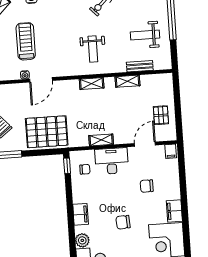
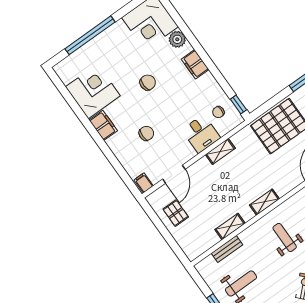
desk: (112, 161) -> (201, 134), width x0.73

